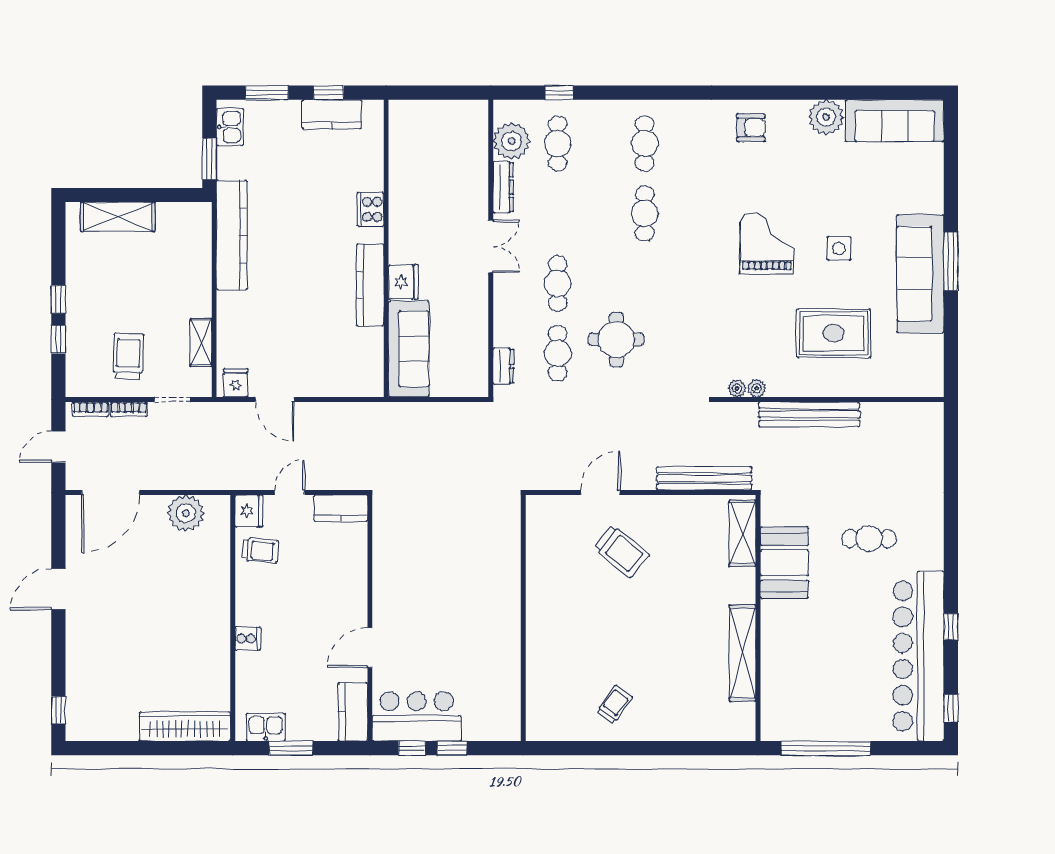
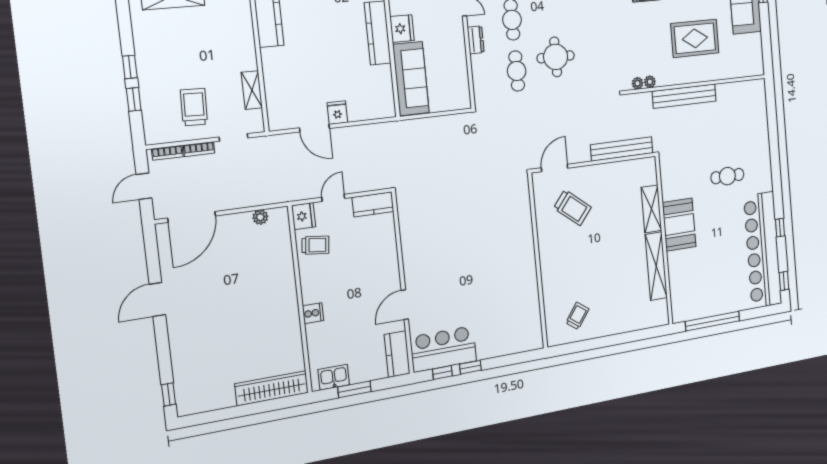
dresser: (503, 366) -> (476, 40), moved
fridge: (236, 383) -> (337, 113), moved
plant: (186, 513) -> (260, 217), width x0.53, depth x0.53
shelving: (742, 533) -> (651, 209), moved
booth: (784, 563) -> (679, 225), moved
wall: (523, 618) -> (538, 261), moved

